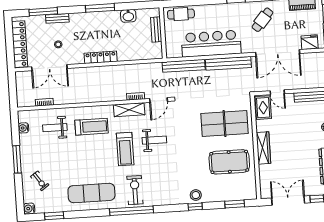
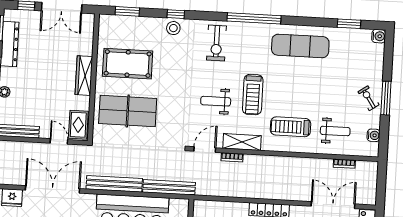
treadmill: (125, 149) -> (253, 95), turned 180
exercise bike: (40, 181) -> (369, 98), moved
exercise bike: (135, 190) -> (216, 43), moved

